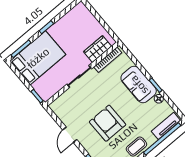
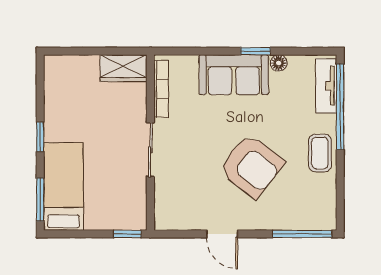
wardrobe: (98, 49) -> (123, 68), moved, turned -90
bed: (38, 58) -> (63, 187), width x0.67
armchair: (108, 123) -> (251, 166), turned -142

